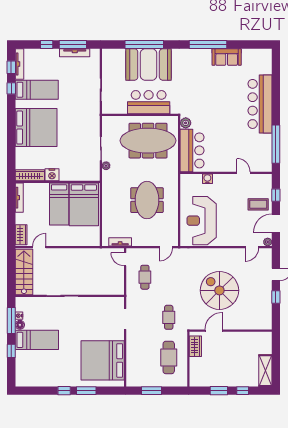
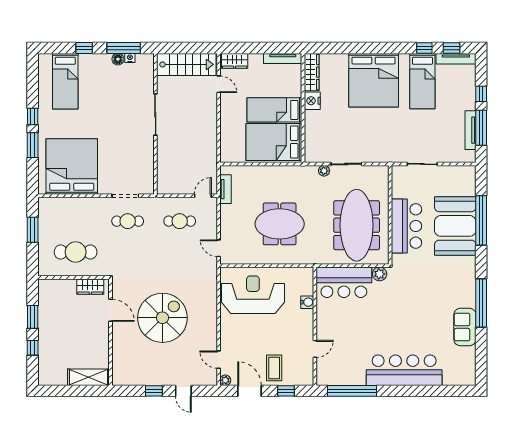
cafe table: (169, 317) -> (128, 221), moved
bed: (37, 340) -> (65, 81), moved
shelving: (265, 371) -> (88, 377), moved

